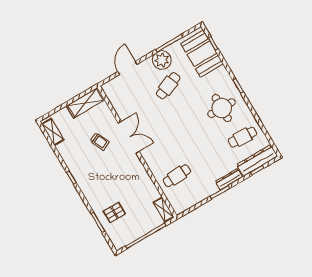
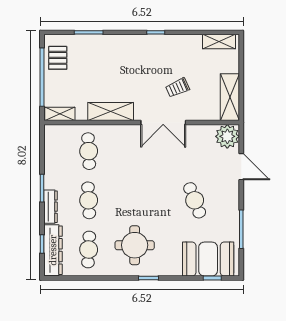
plant: (162, 60) -> (227, 136), moved
cafe table: (210, 156) -> (89, 200), added
shelving: (142, 177) -> (111, 112), added
pallet: (114, 212) -> (58, 58), moved

